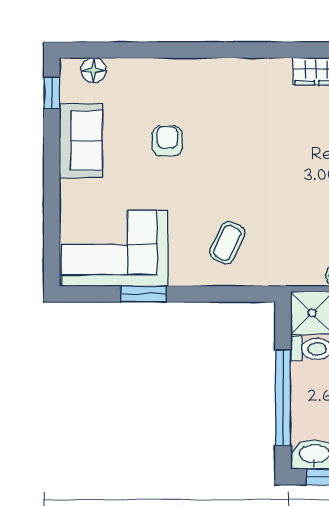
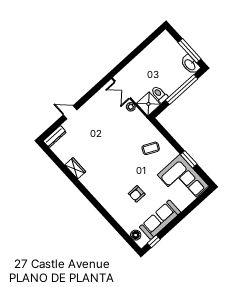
sofa: (81, 141) -> (160, 220), width x1.36

